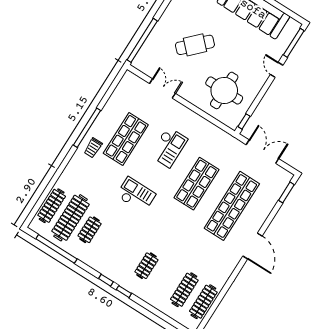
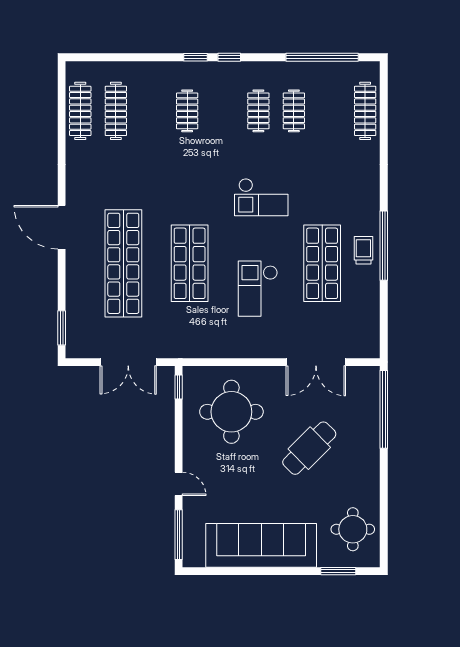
double door: (162, 88) -> (316, 362), width x1.37
trolley: (93, 148) -> (363, 250), moved
clothes rail: (71, 218) -> (258, 111), moved, width x0.54, depth x0.76

